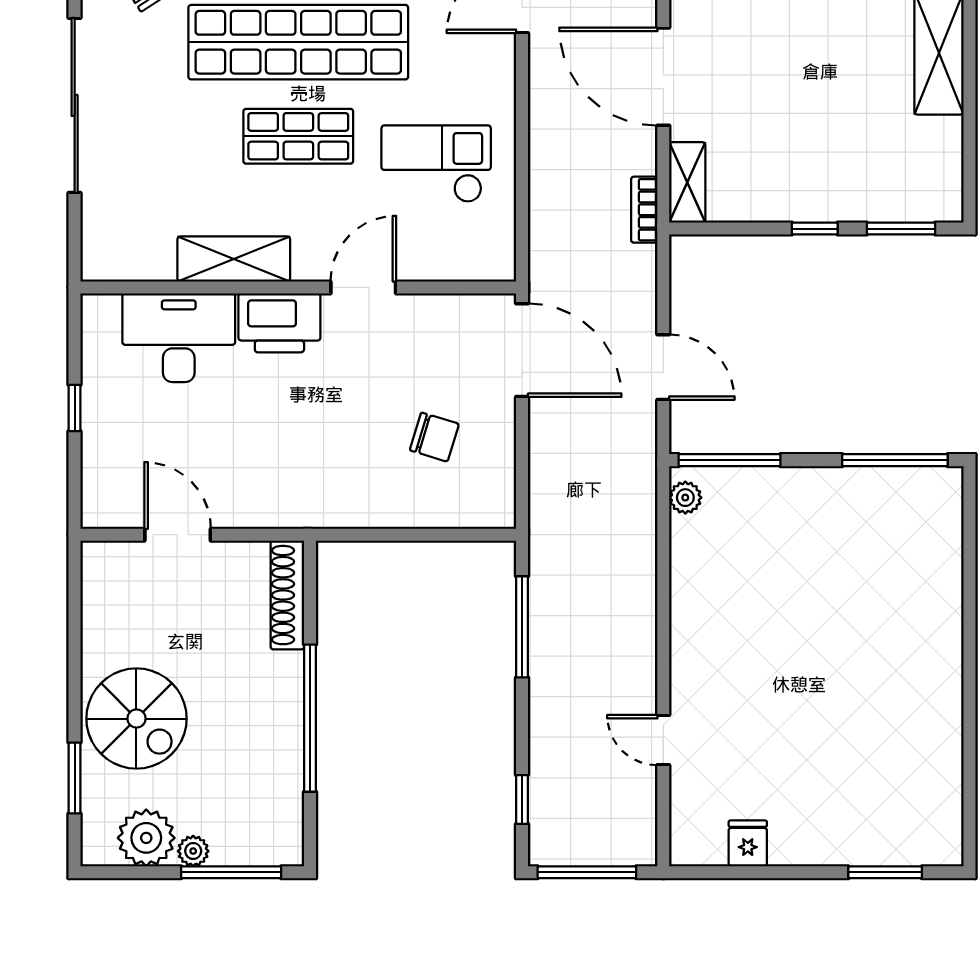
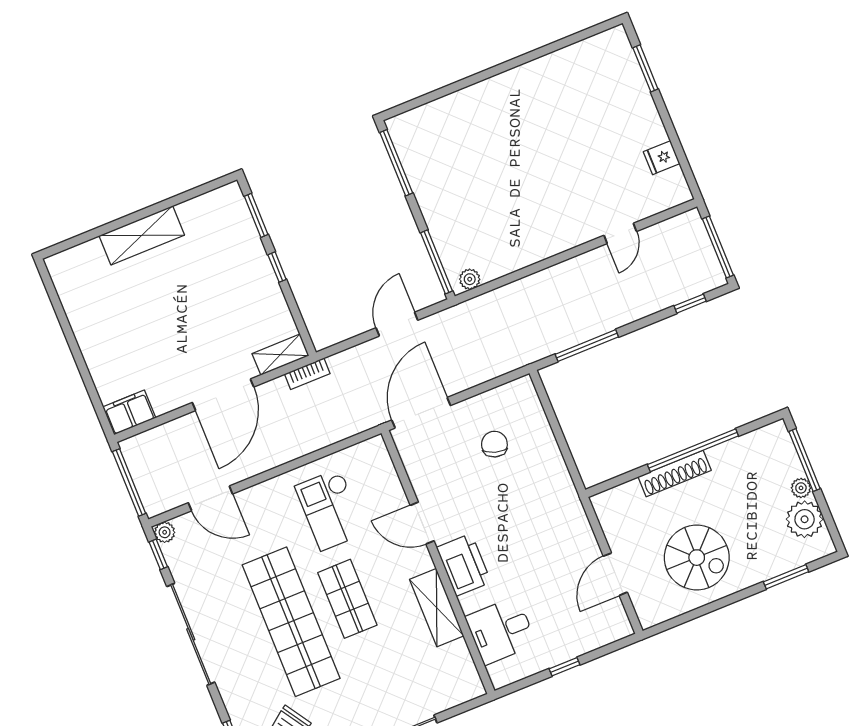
desk: (179, 338) -> (501, 631), width x0.73
shoe rack: (287, 595) -> (675, 474), moved
spiral stairs: (136, 719) -> (697, 558), moved, turned 90

